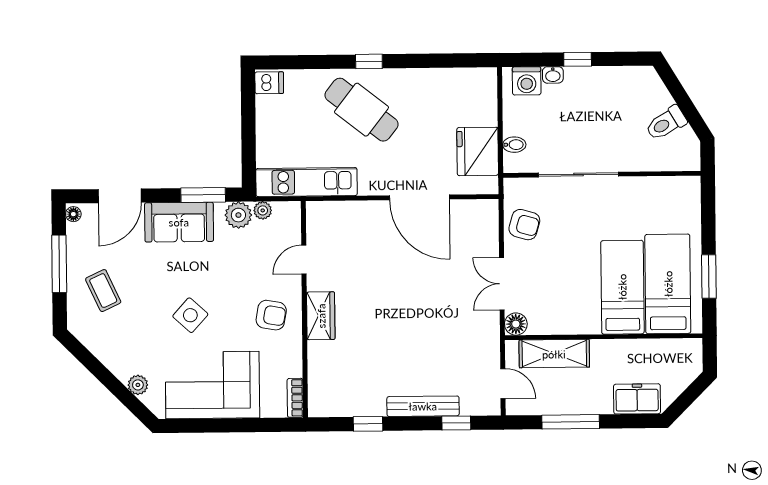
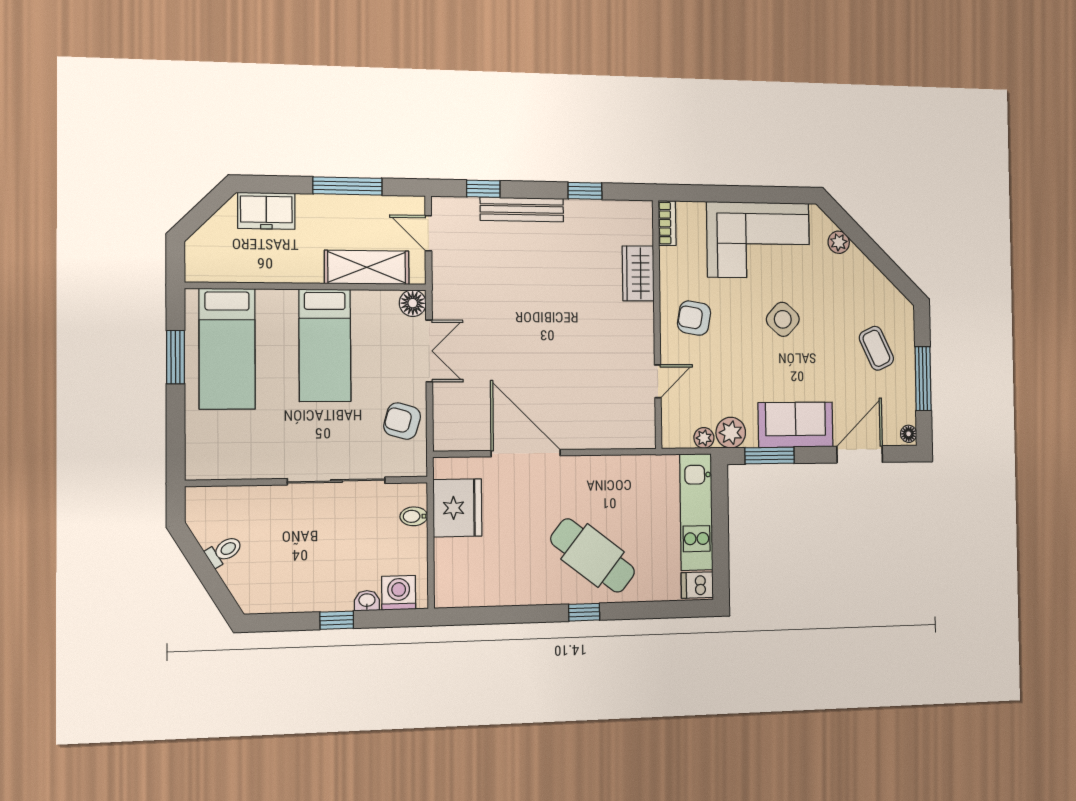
toilet: (666, 123) -> (224, 551), width x0.73, depth x0.72
kitchen unit: (306, 182) -> (696, 512), moved, turned 90
bed: (622, 287) -> (325, 345), moved
wardrobe: (321, 316) -> (638, 273), moved

